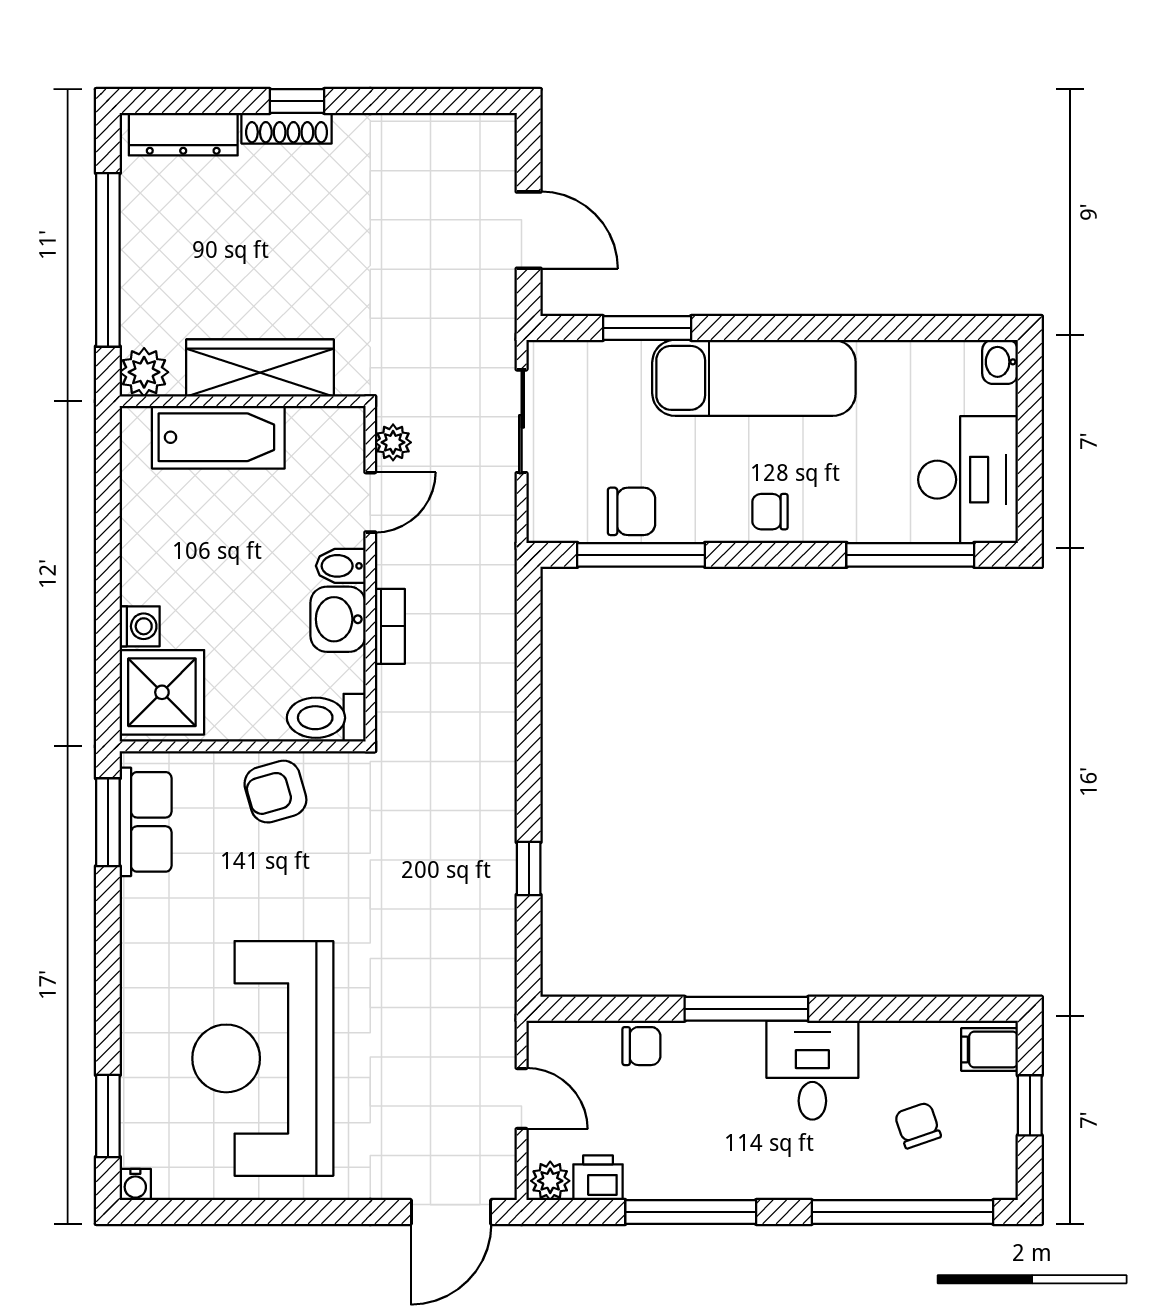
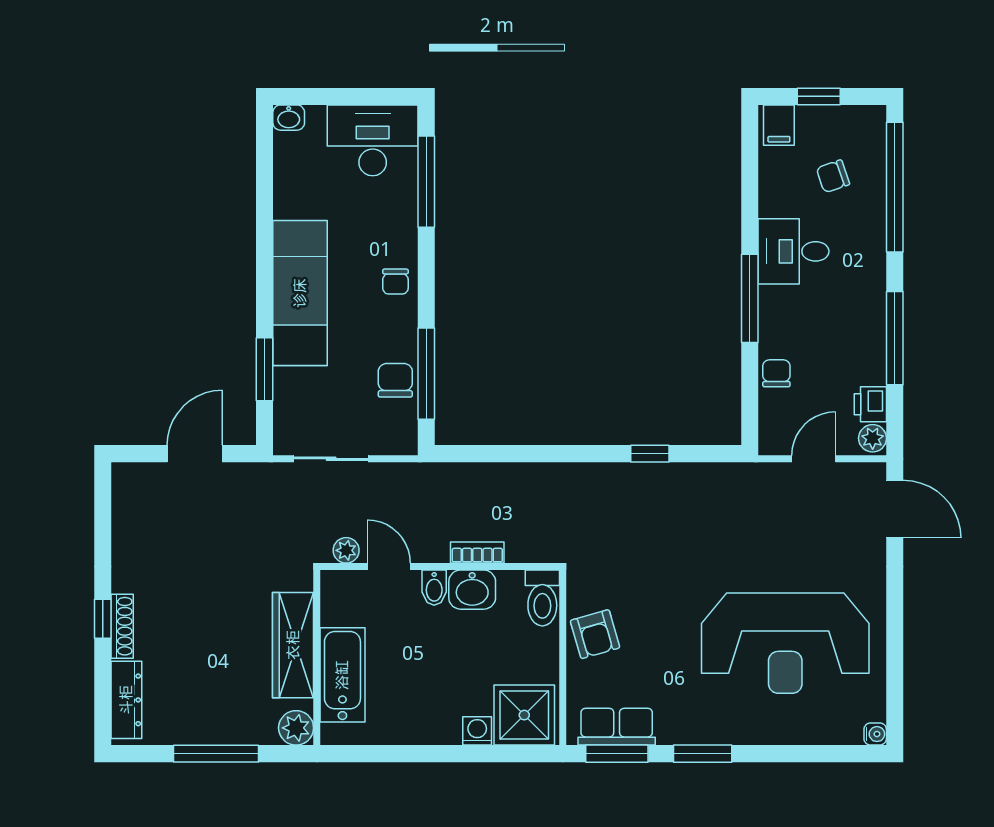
window: (108, 260) -> (216, 754), width x0.68
window: (108, 1116) -> (703, 754), moved

